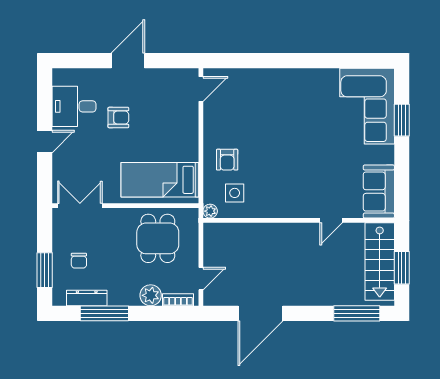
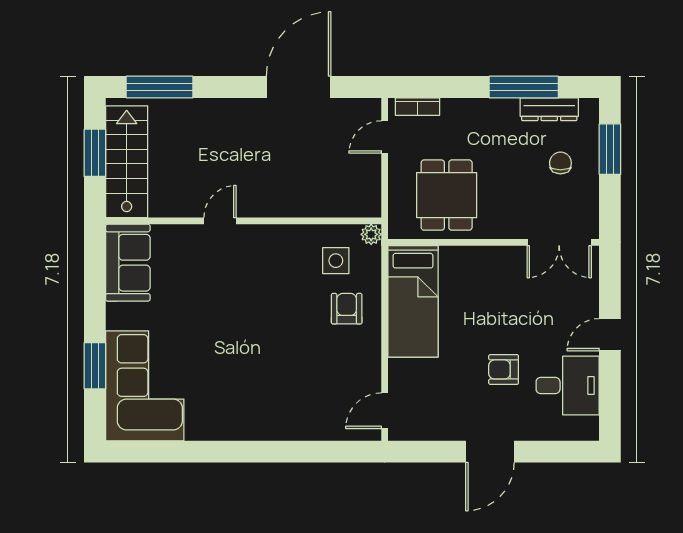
bed: (160, 180) -> (413, 301), moved, turned 90
door: (331, 220) -> (220, 221), moved
plant: (151, 295) -> (457, 113), removed

